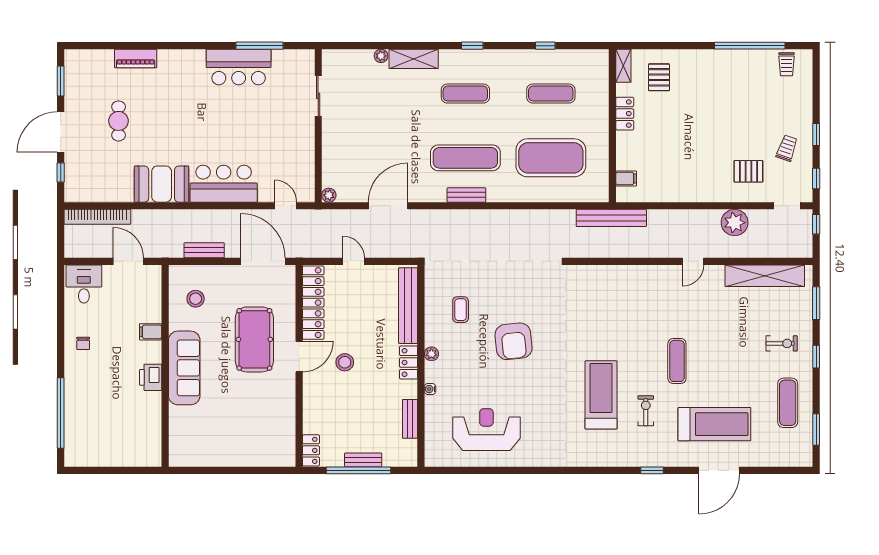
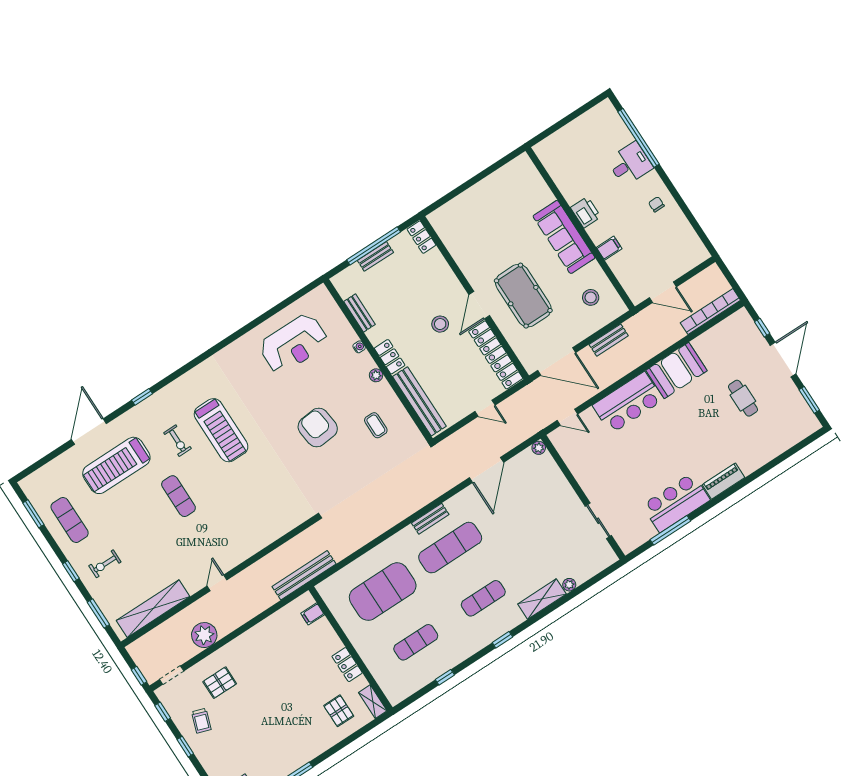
piano: (136, 58) -> (723, 481), moved
desk: (84, 284) -> (630, 164), moved, turned -90

